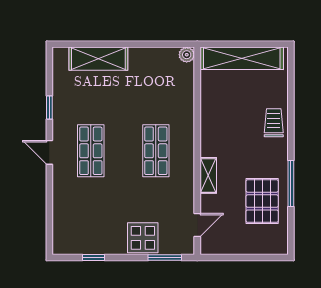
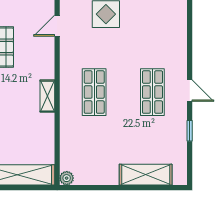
shelving: (208, 175) -> (47, 96), moved

